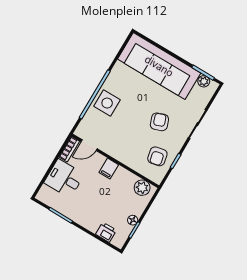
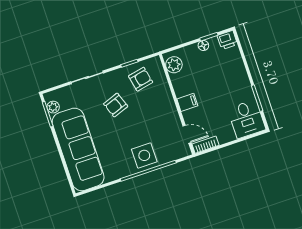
desk: (64, 178) -> (247, 119), moved
printer: (106, 232) -> (227, 40), moved, turned -90

